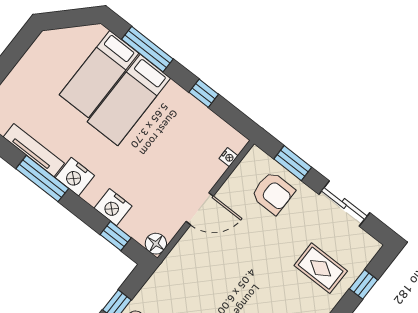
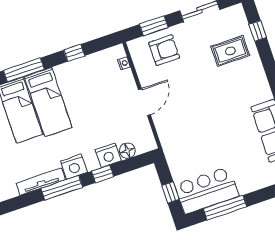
window: (116, 236) -> (103, 174), moved
floor lamp: (156, 244) -> (127, 151), moved

